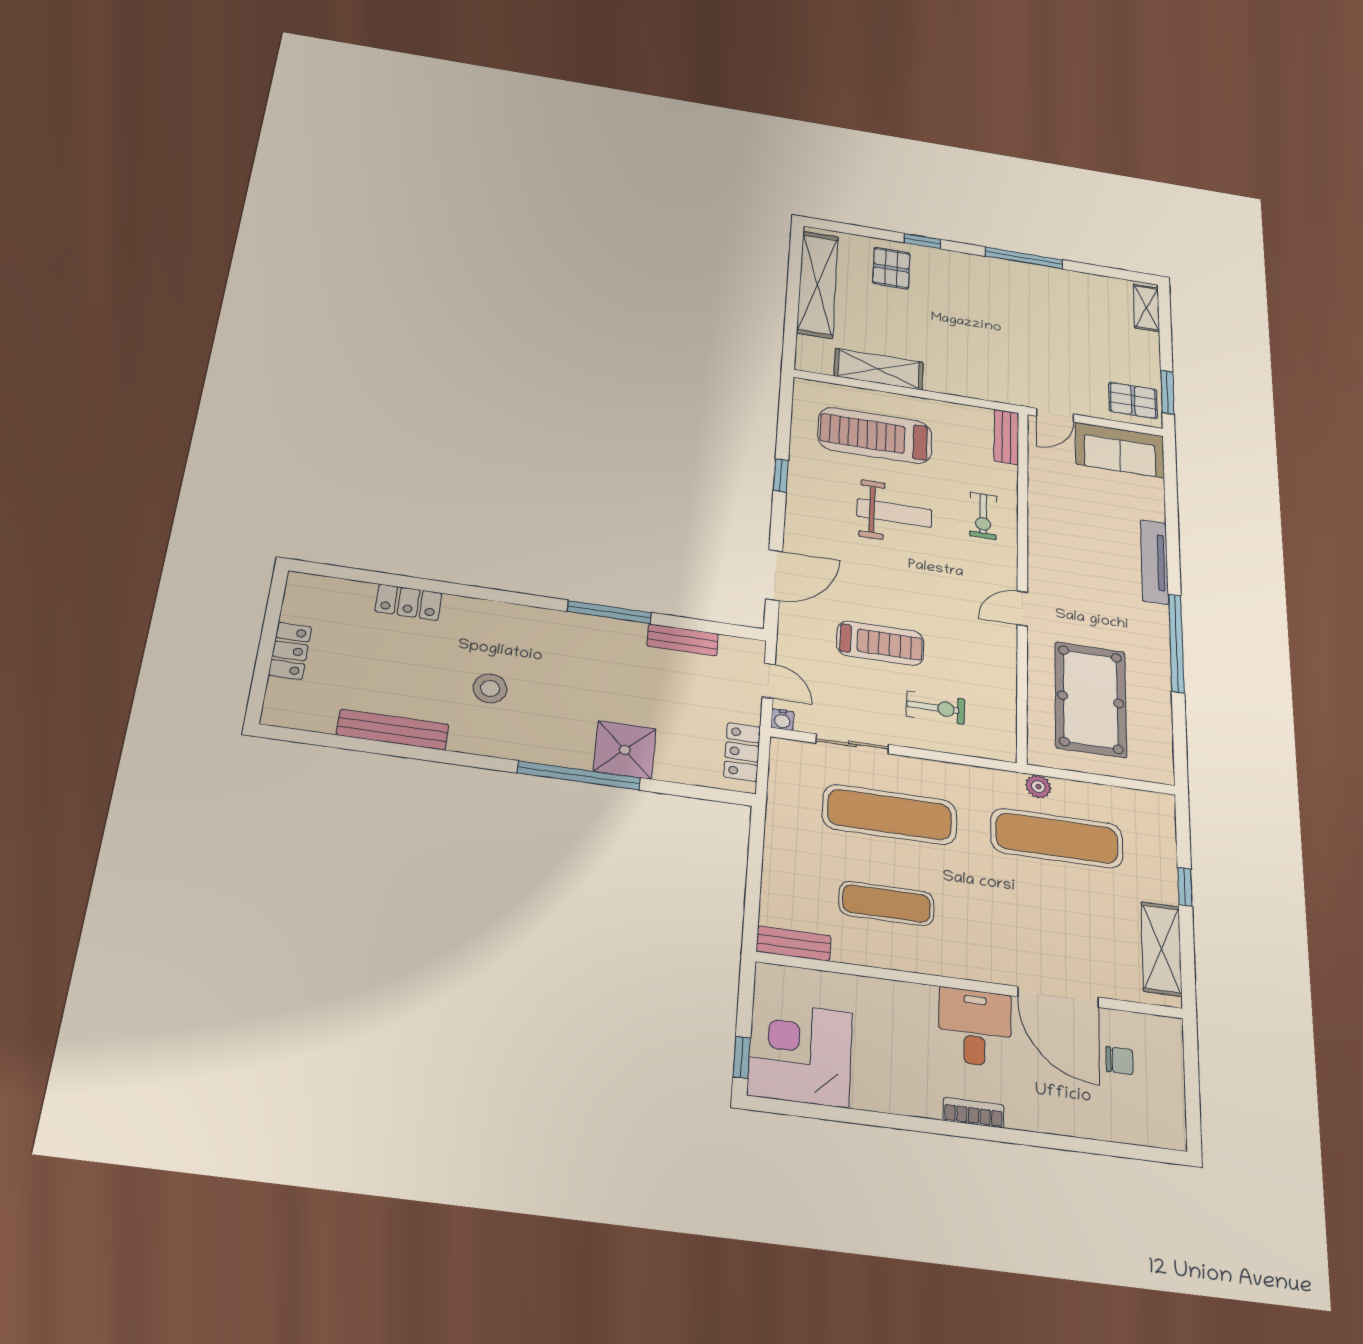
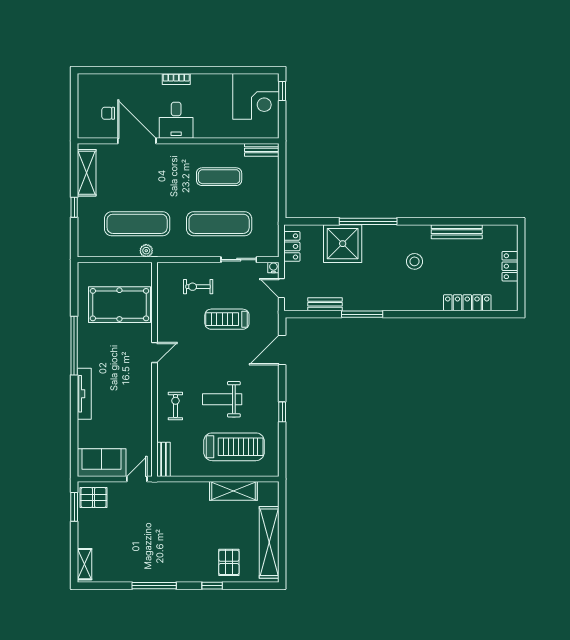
locker: (408, 602) -> (467, 303), width x1.53
pool table: (1091, 699) -> (119, 305), turned 90
shower: (625, 750) -> (343, 244), width x1.37, depth x1.37

